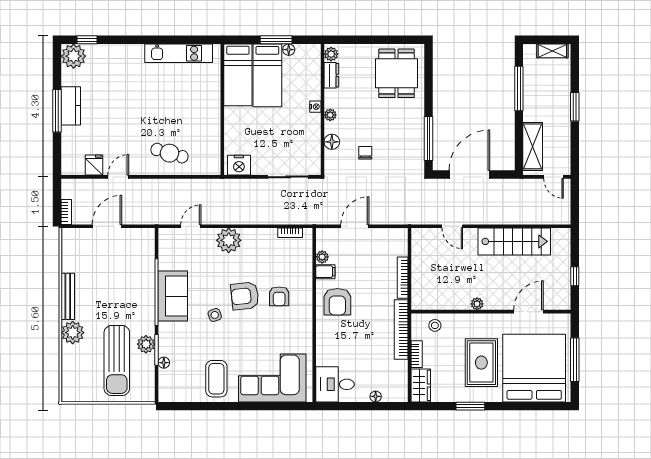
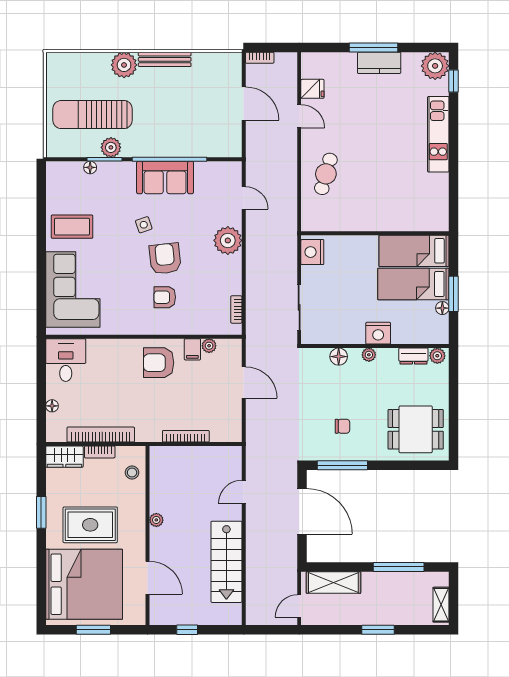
kitchen unit: (179, 53) -> (438, 134), moved
nightstand: (315, 107) -> (378, 333), width x1.89, depth x1.79
chair: (365, 153) -> (342, 426), moved
bookcase: (401, 329) -> (101, 435), moved
window: (575, 360) -> (93, 630), width x0.69

